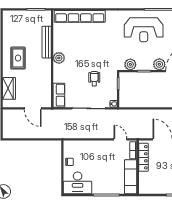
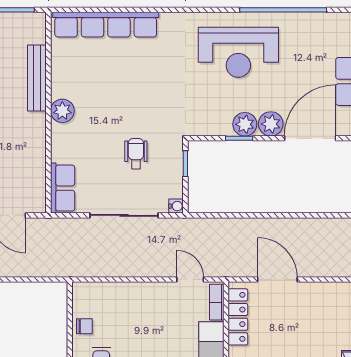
plant: (130, 64) -> (245, 124), moved

